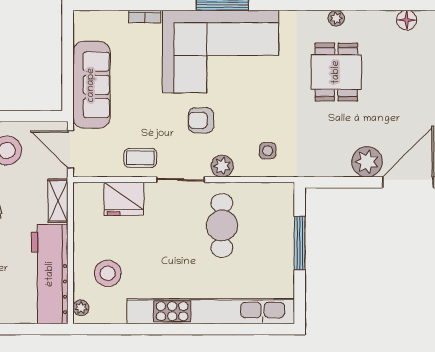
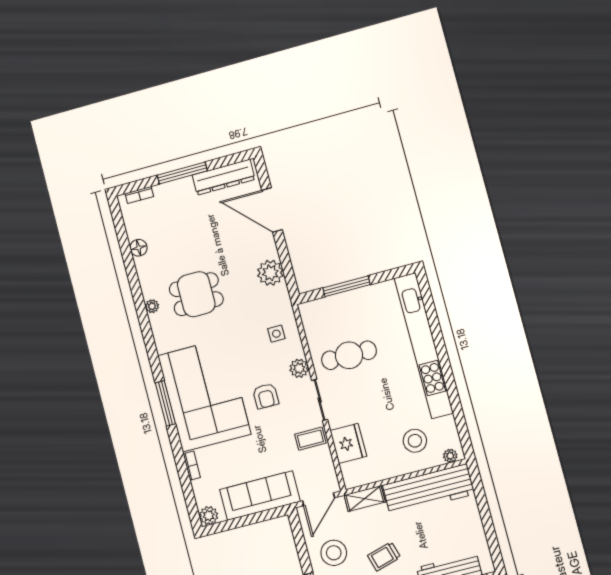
plant: (84, 21) -> (209, 516), added
coffee table: (140, 158) -> (310, 439), turned 90
plant: (367, 162) -> (270, 273), moved

